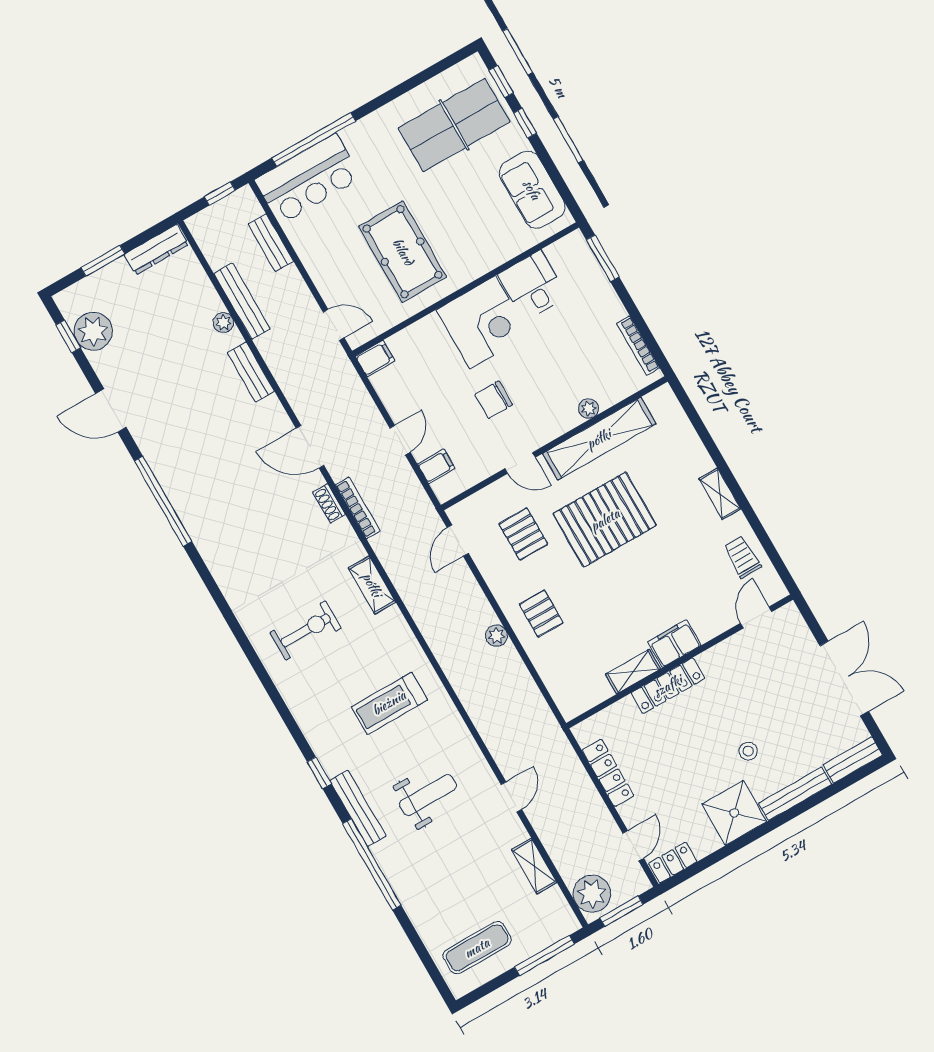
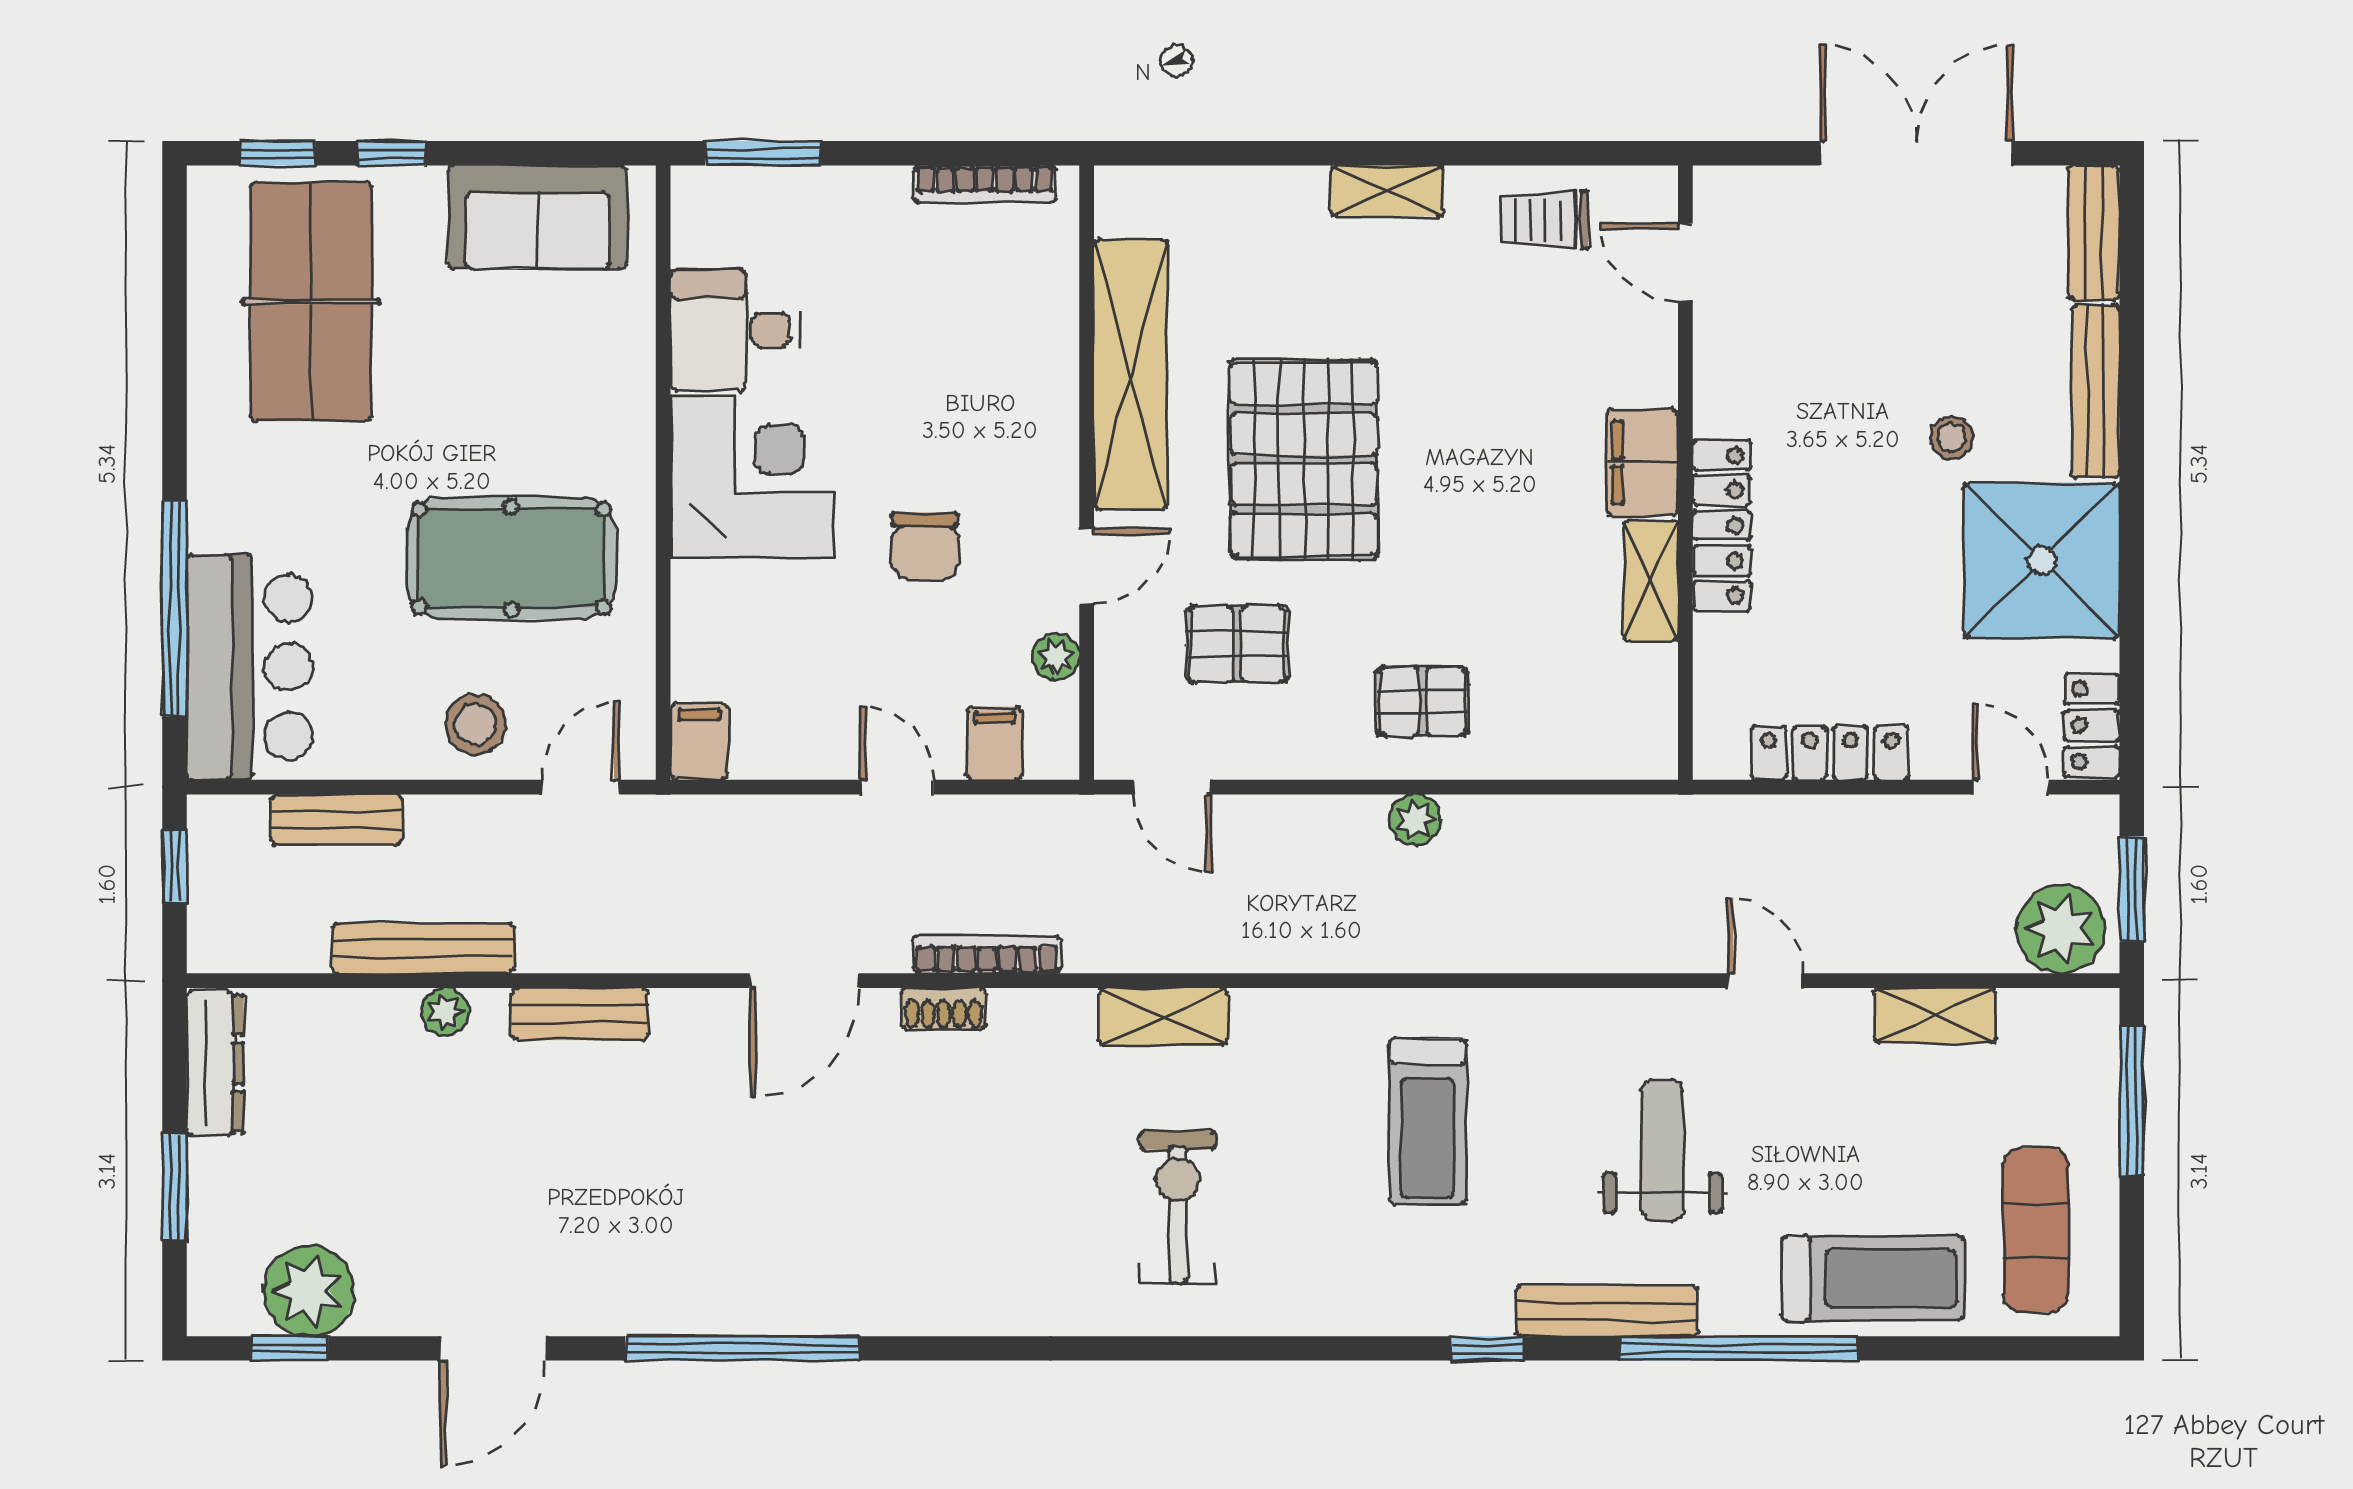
stool: (334, 273) -> (475, 724), added
plant: (589, 409) -> (1056, 657), moved
shower: (734, 813) -> (2042, 561), width x1.37, depth x1.37
treadmill: (425, 898) -> (1873, 1278), added

